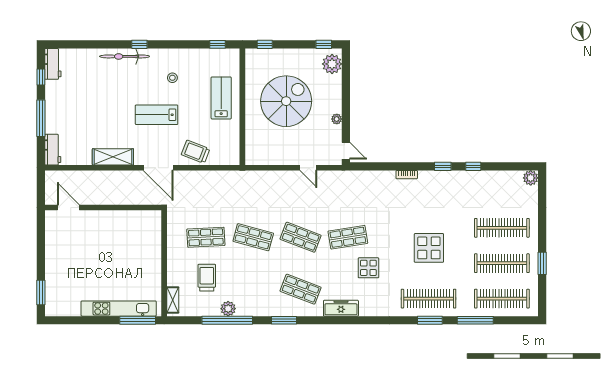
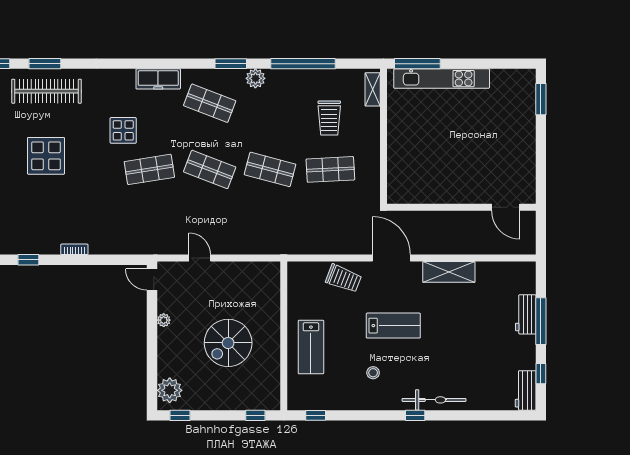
spiral stairs: (286, 101) -> (228, 343), width x0.73, depth x0.73
workbench: (53, 150) -> (526, 314), moved
plant: (228, 309) -> (255, 78), moved

